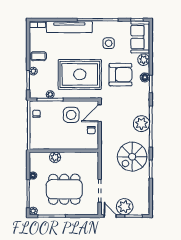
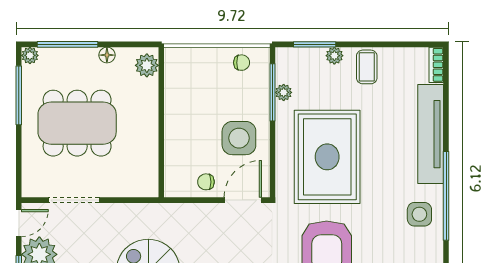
side table: (109, 43) -> (419, 214), moved
door: (100, 113) -> (243, 200), hinge flipped
plant: (55, 157) -> (147, 65), moved
dining table: (64, 189) -> (77, 123), turned 90

